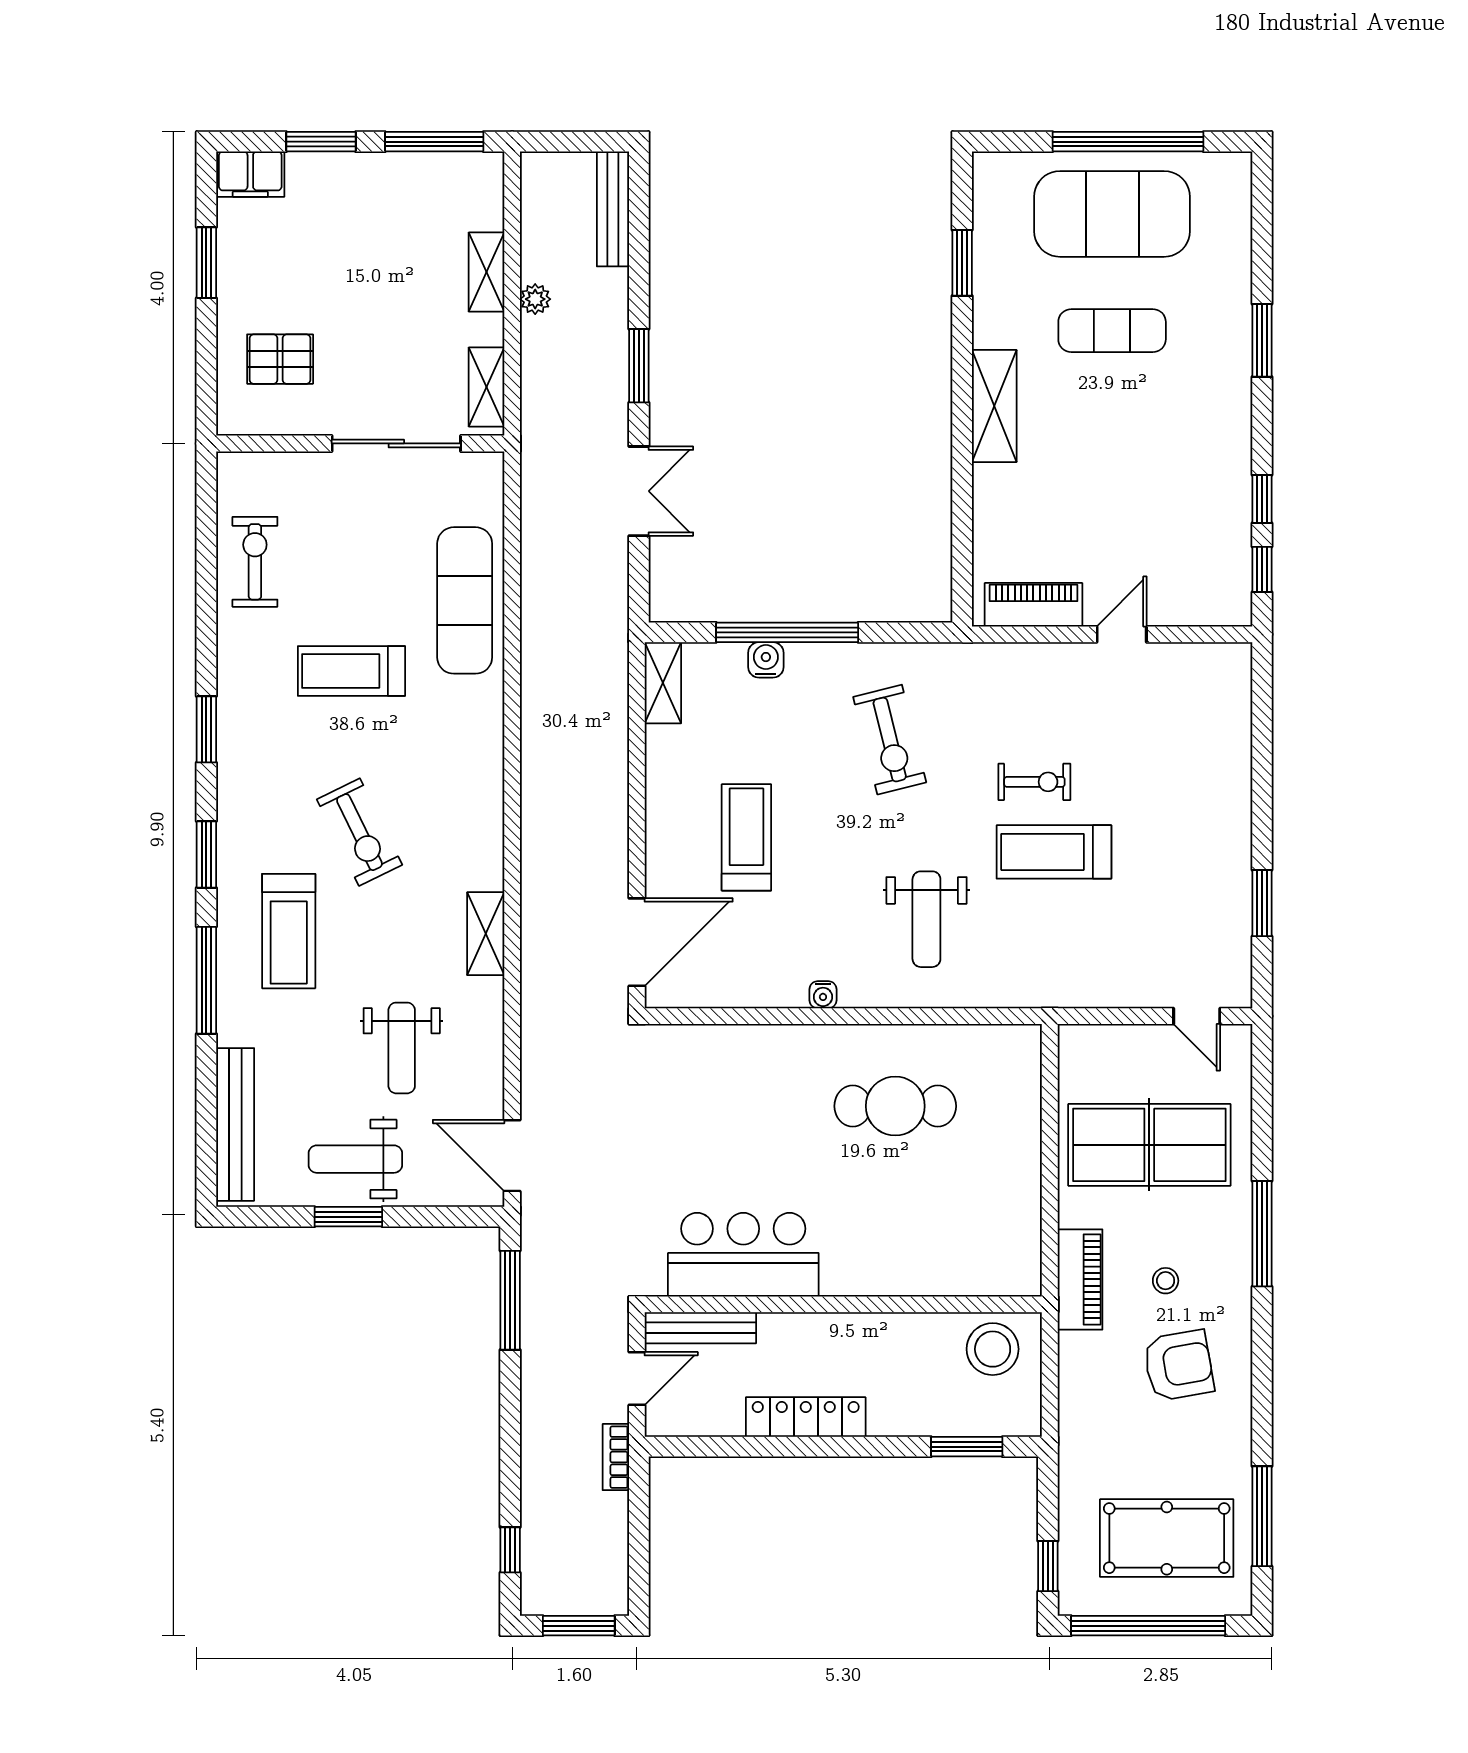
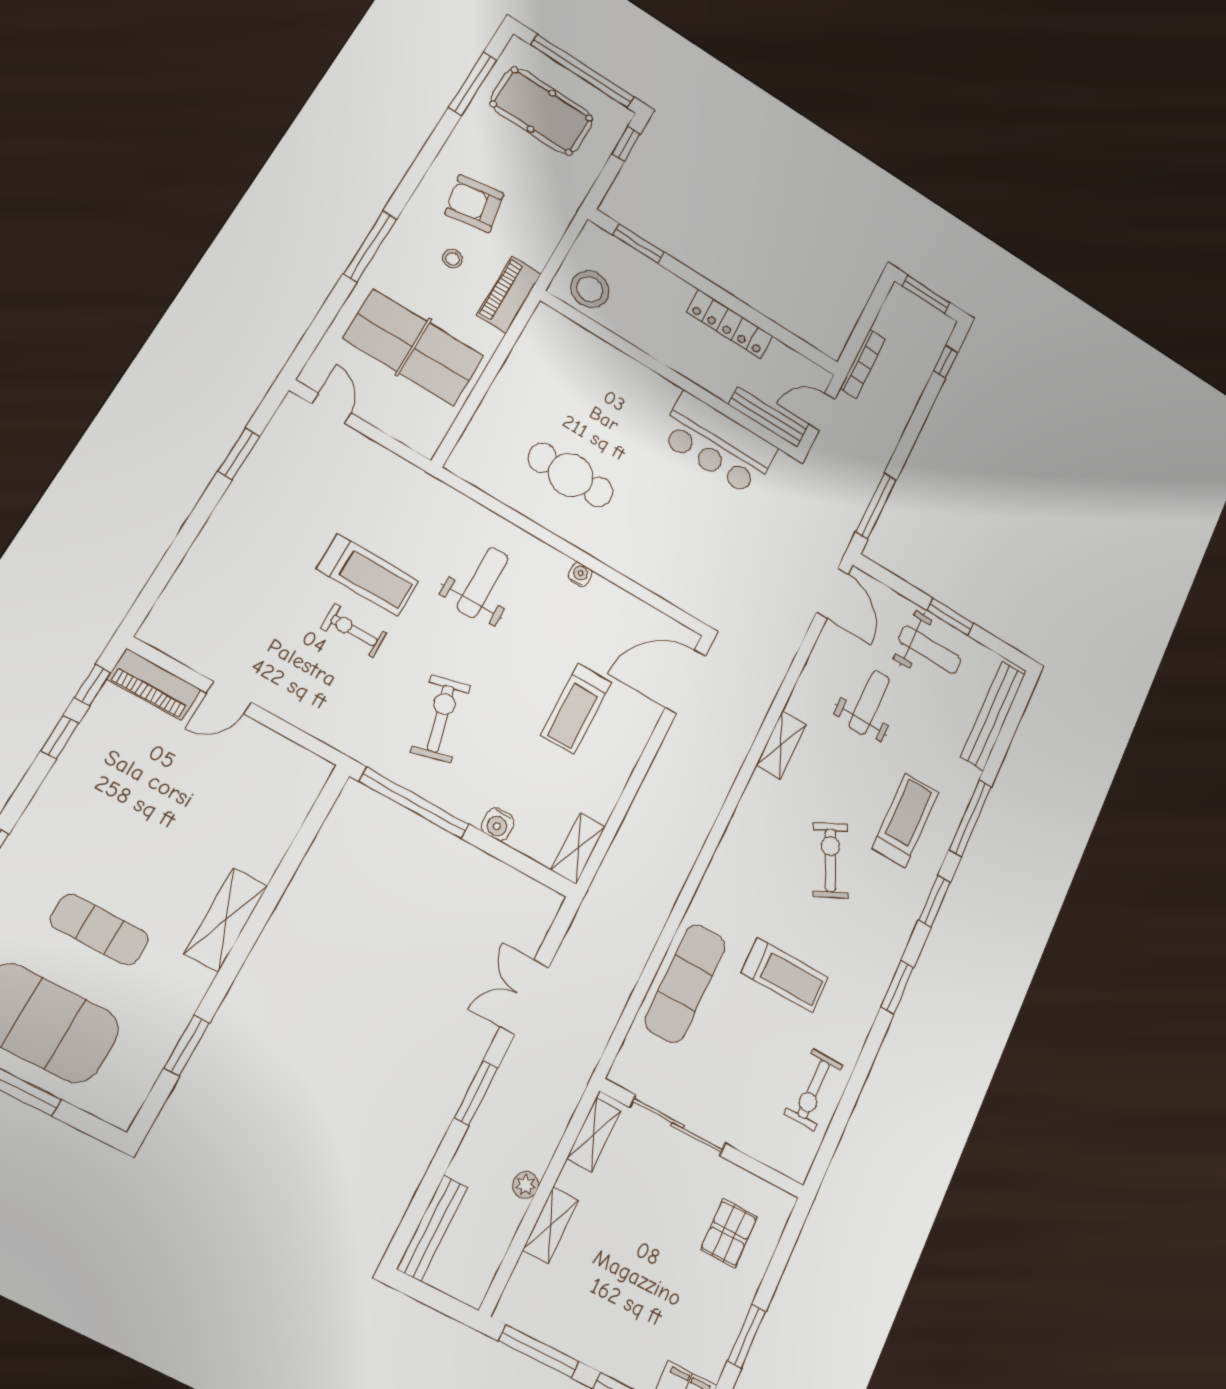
pallet: (280, 359) -> (729, 1233), turned 90
piano: (1033, 605) -> (154, 684), moved
window: (787, 632) -> (414, 803), moved
bookcase: (616, 1457) -> (863, 364), width x1.56

